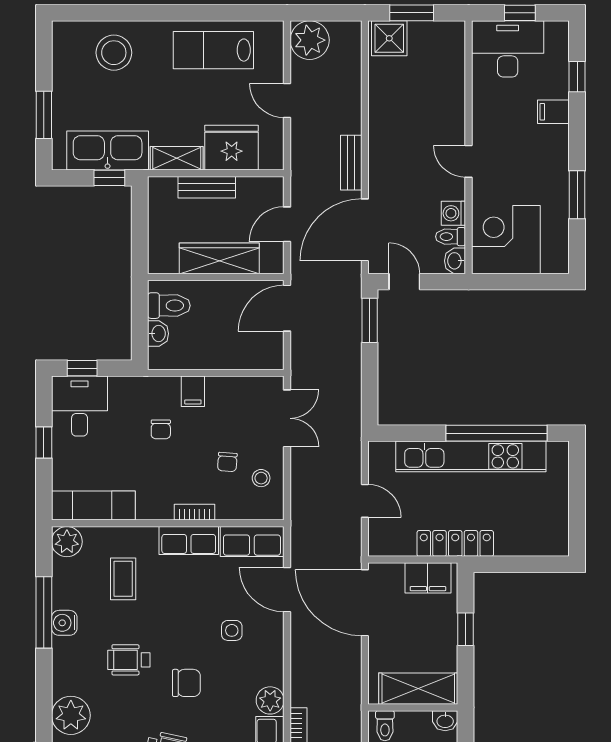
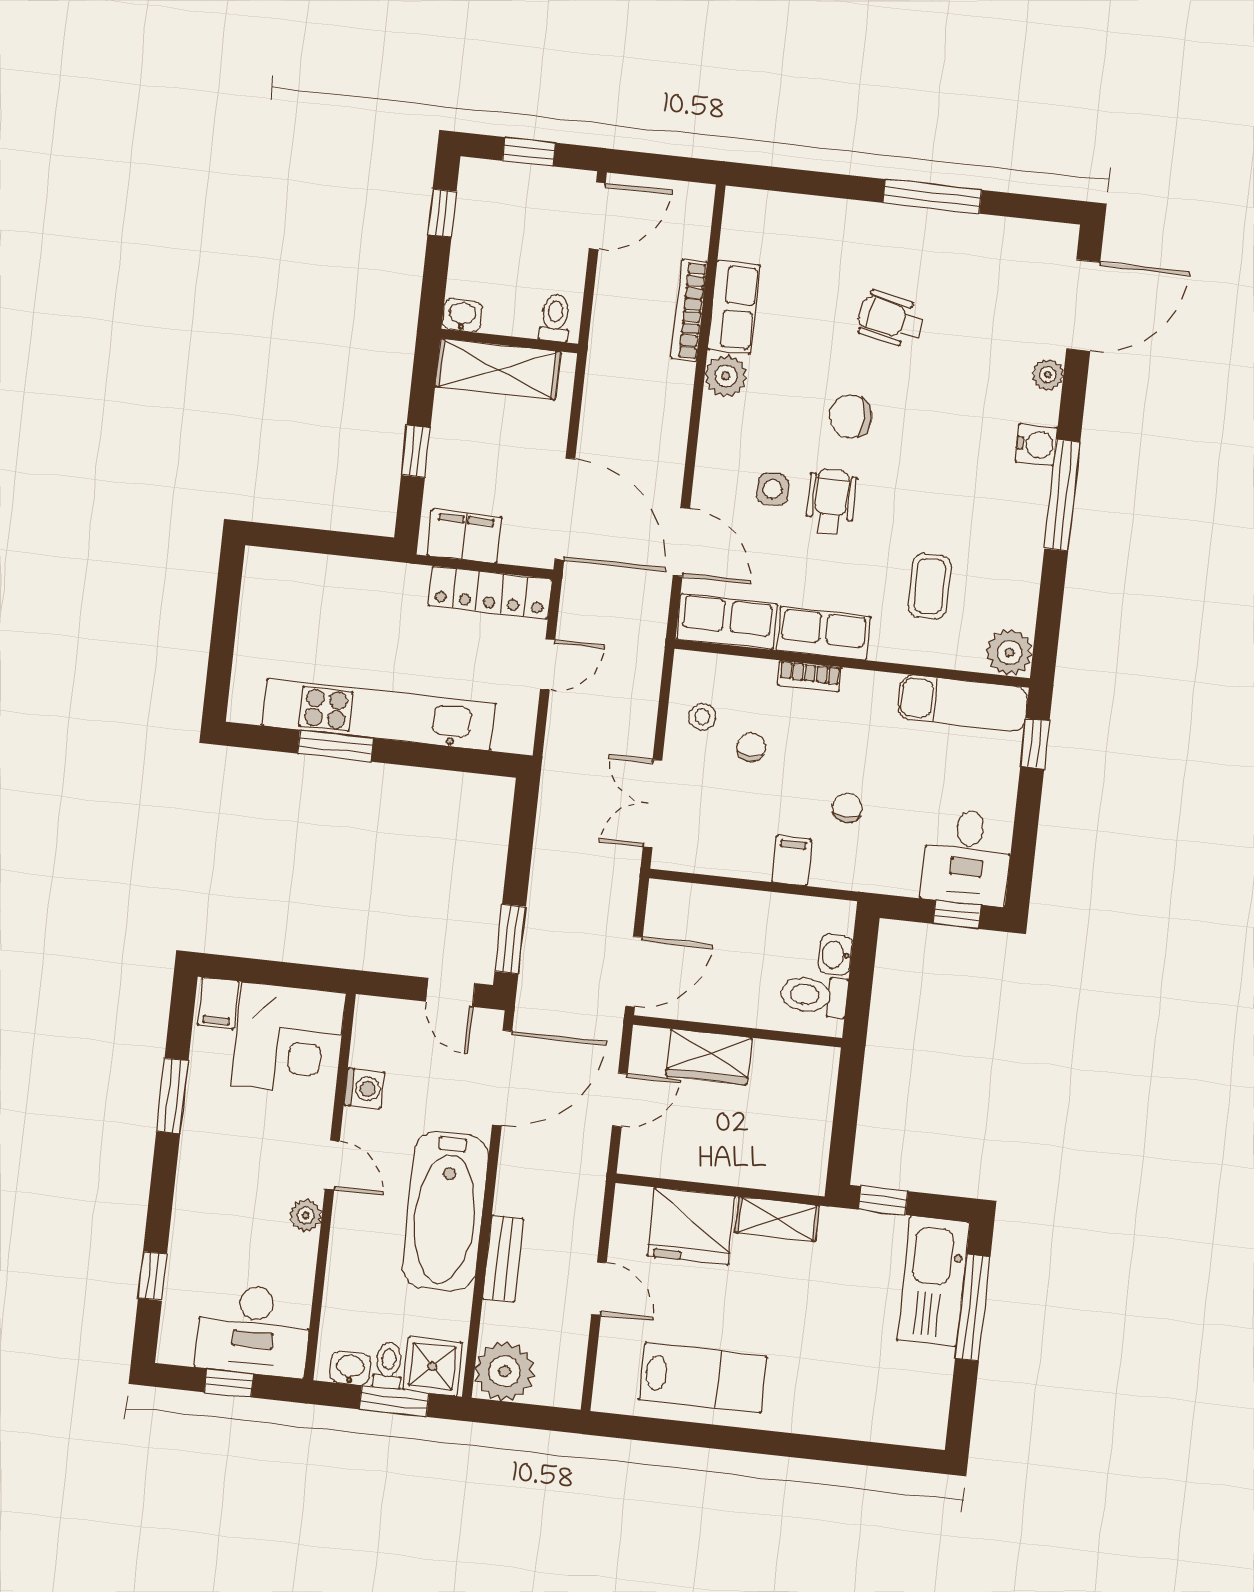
plant: (310, 40) -> (504, 1371), moved
stool: (114, 53) -> (855, 1391), removed
filing cabinet: (553, 112) -> (218, 1003), moved, turned 90
window: (44, 115) -> (973, 1308), width x1.44
plant: (482, 127) -> (306, 1215), added
bathtub: (392, 140) -> (445, 1211), added
kitchen sink: (108, 150) -> (933, 1281), moved, turned 90
bench: (351, 163) -> (503, 1259), moved
bench: (207, 187) -> (736, 1170), removed
toilet: (451, 237) -> (388, 1365), moved, turned -90
wardrobe: (219, 258) -> (709, 1057), width x0.67
washbasin: (455, 261) -> (350, 1368), moved, turned -90
window: (496, 433) -> (335, 746), width x0.47
window: (44, 442) -> (1035, 744), moved
door: (365, 501) -> (548, 664), swing flipped
locker: (455, 543) -> (490, 592), moved
window: (44, 612) -> (1062, 495), moved
water cooler: (64, 623) -> (1036, 445), moved
wheelchair: (129, 660) -> (831, 502), moved, turned -90
plant: (71, 715) -> (1048, 374), width x0.53, depth x0.53

